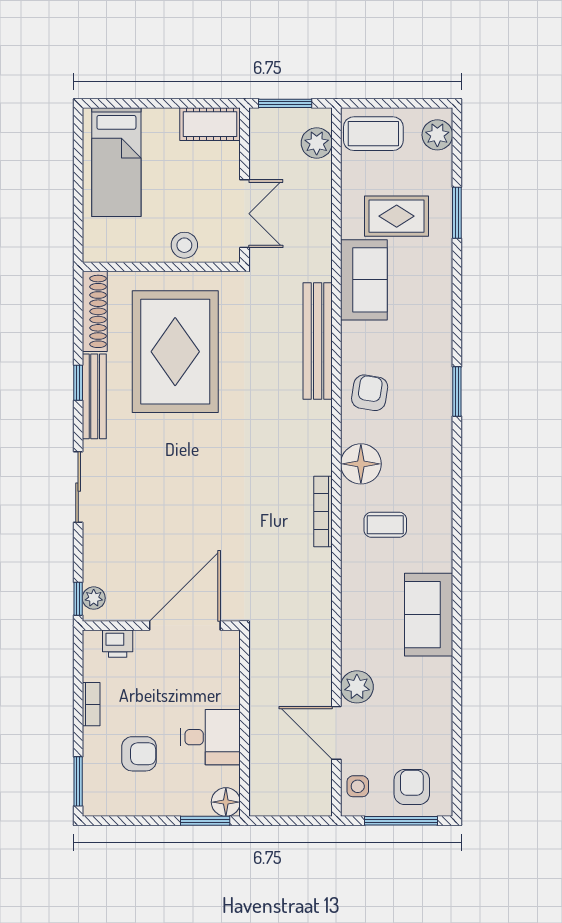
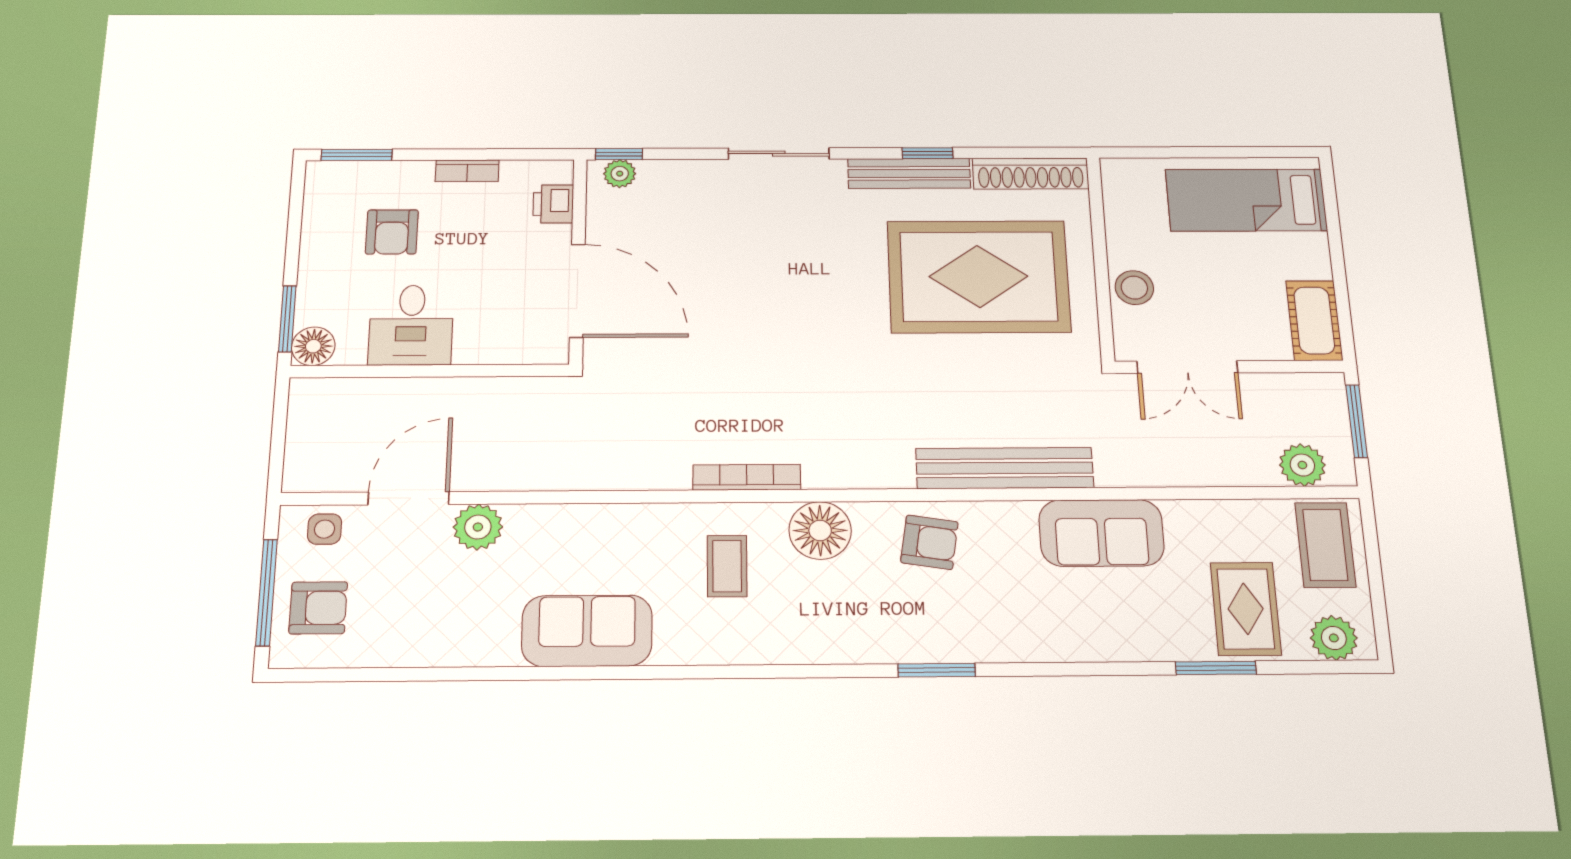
rug: (397, 216) -> (1246, 609), moved

